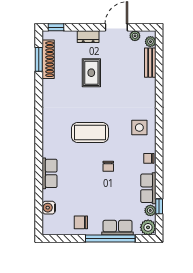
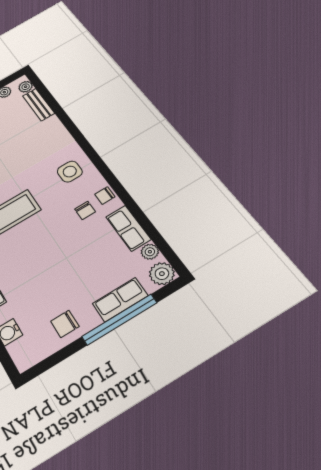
chair: (108, 166) -> (85, 210), moved
window: (159, 206) -> (158, 240), removed

